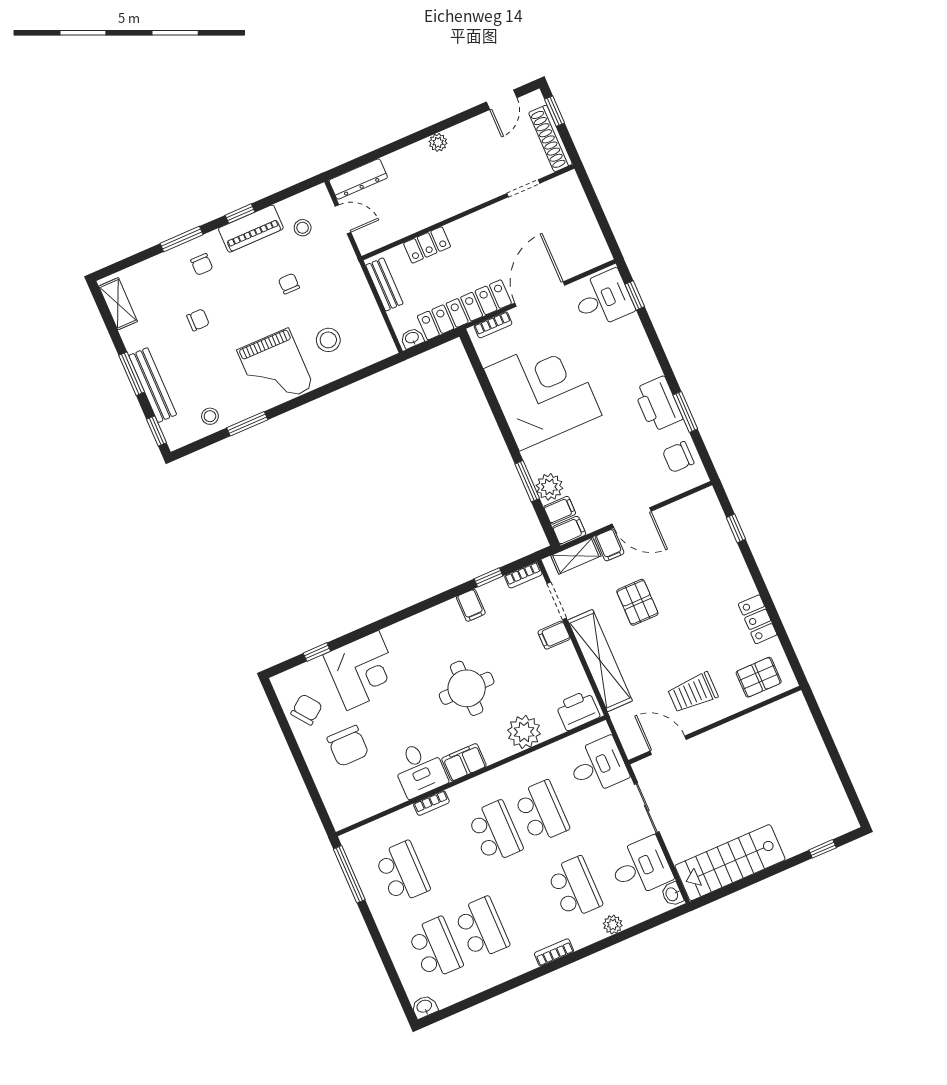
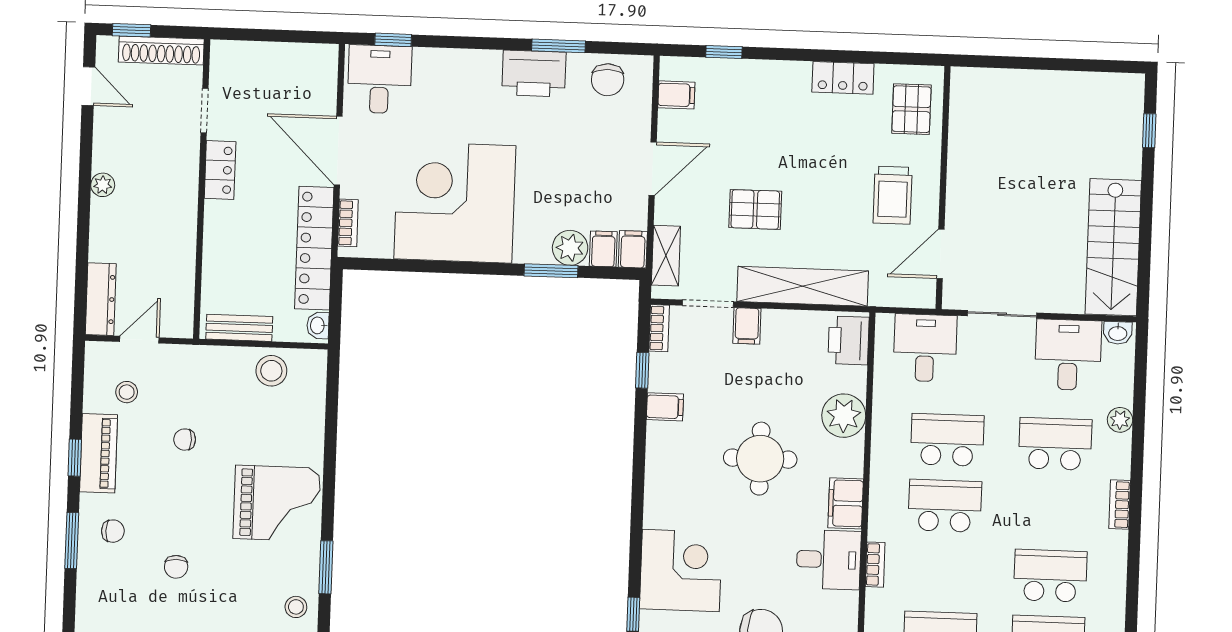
locker: (427, 245) -> (220, 170), moved
chair: (198, 320) -> (176, 567), turned 180
stool: (328, 340) -> (271, 371), moved
filing cabinet: (610, 545) -> (676, 95), moved

